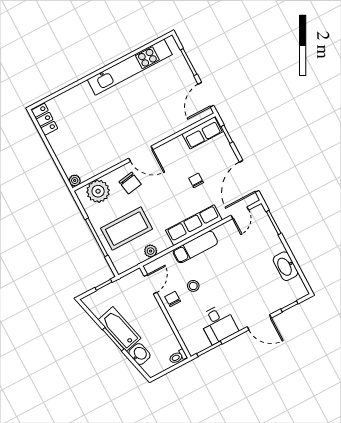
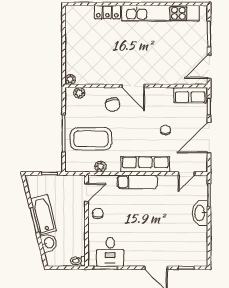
locker: (44, 119) -> (107, 12), moved, turned 90
door: (249, 176) -> (209, 138), moved
plant: (98, 191) -> (79, 93), width x0.53, depth x0.53
washbasin: (285, 266) -> (200, 213), moved
stool: (193, 286) -> (119, 212), removed
desk: (218, 324) -> (110, 252), moved

